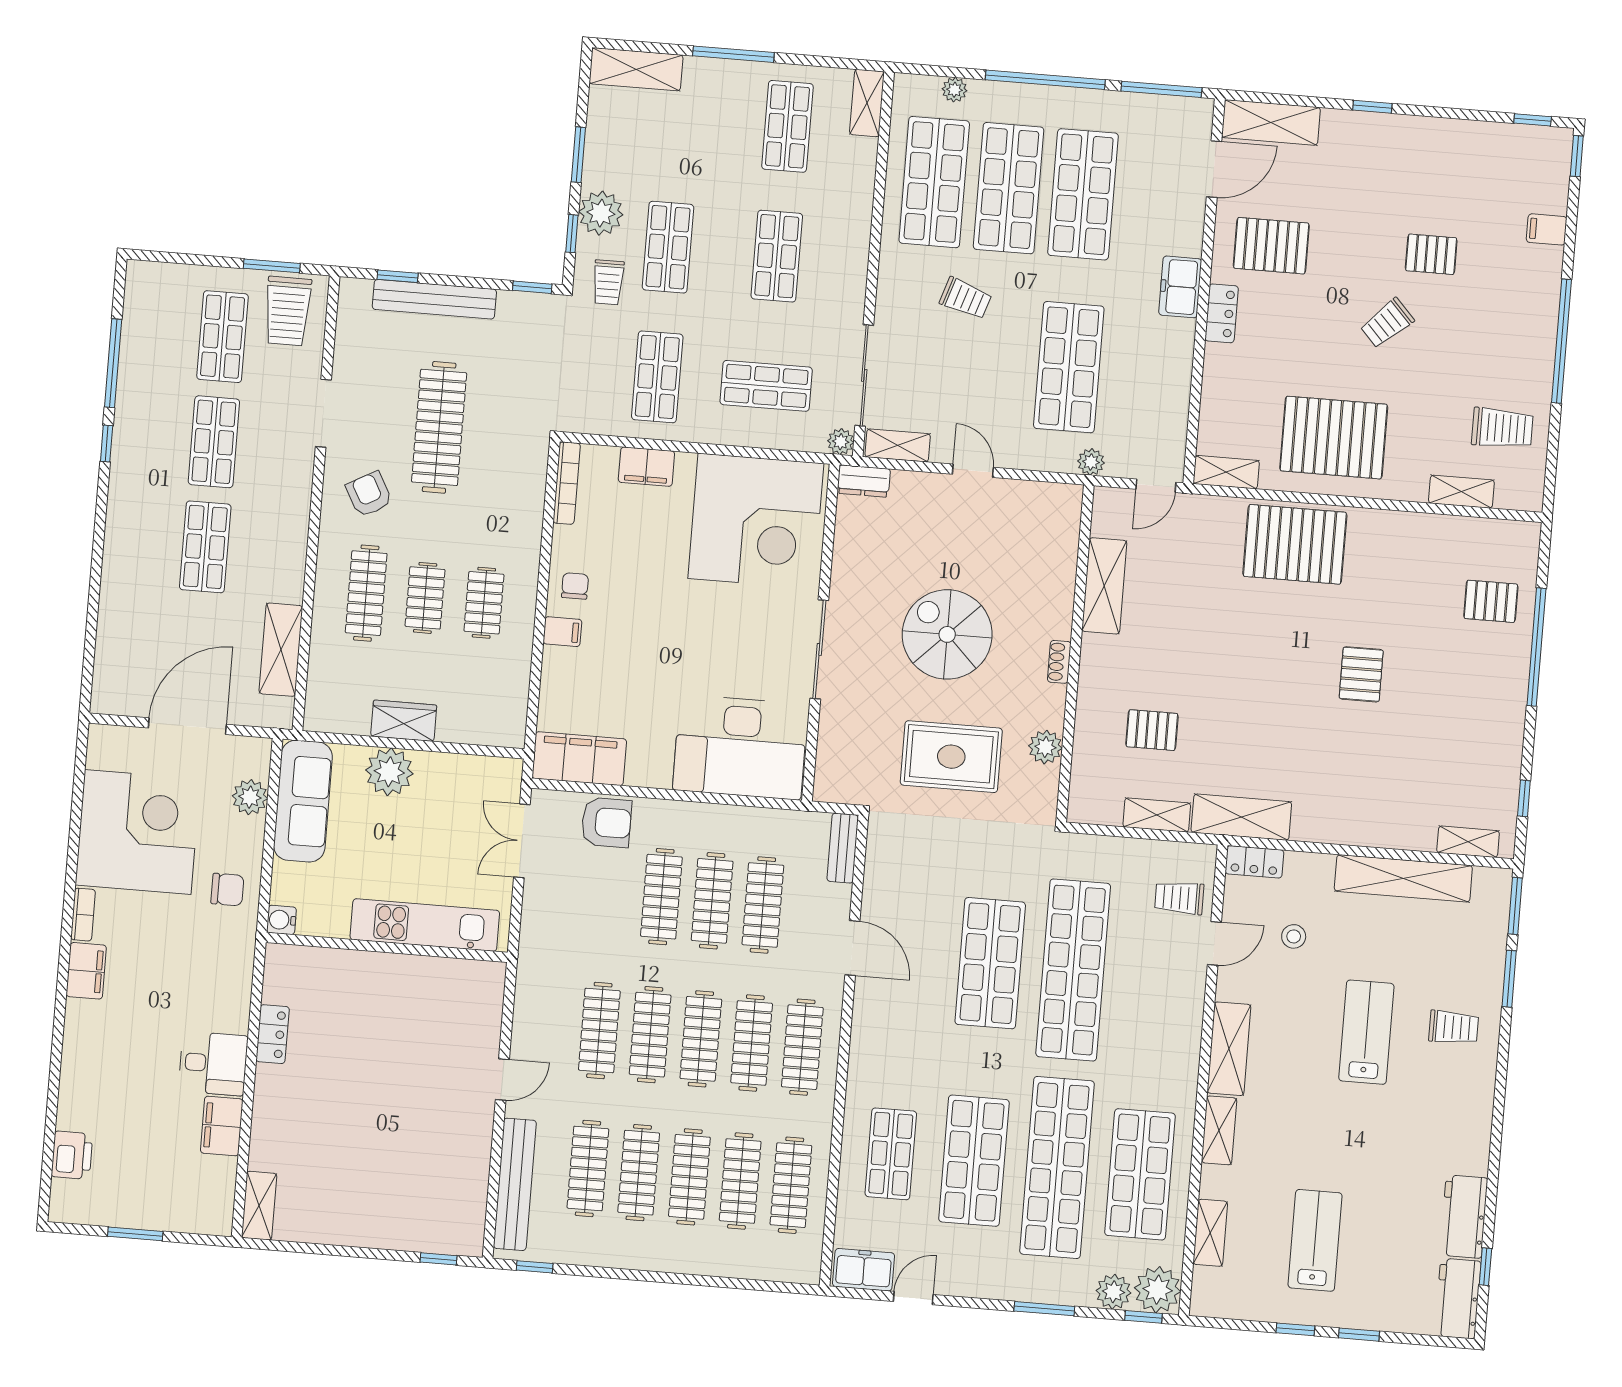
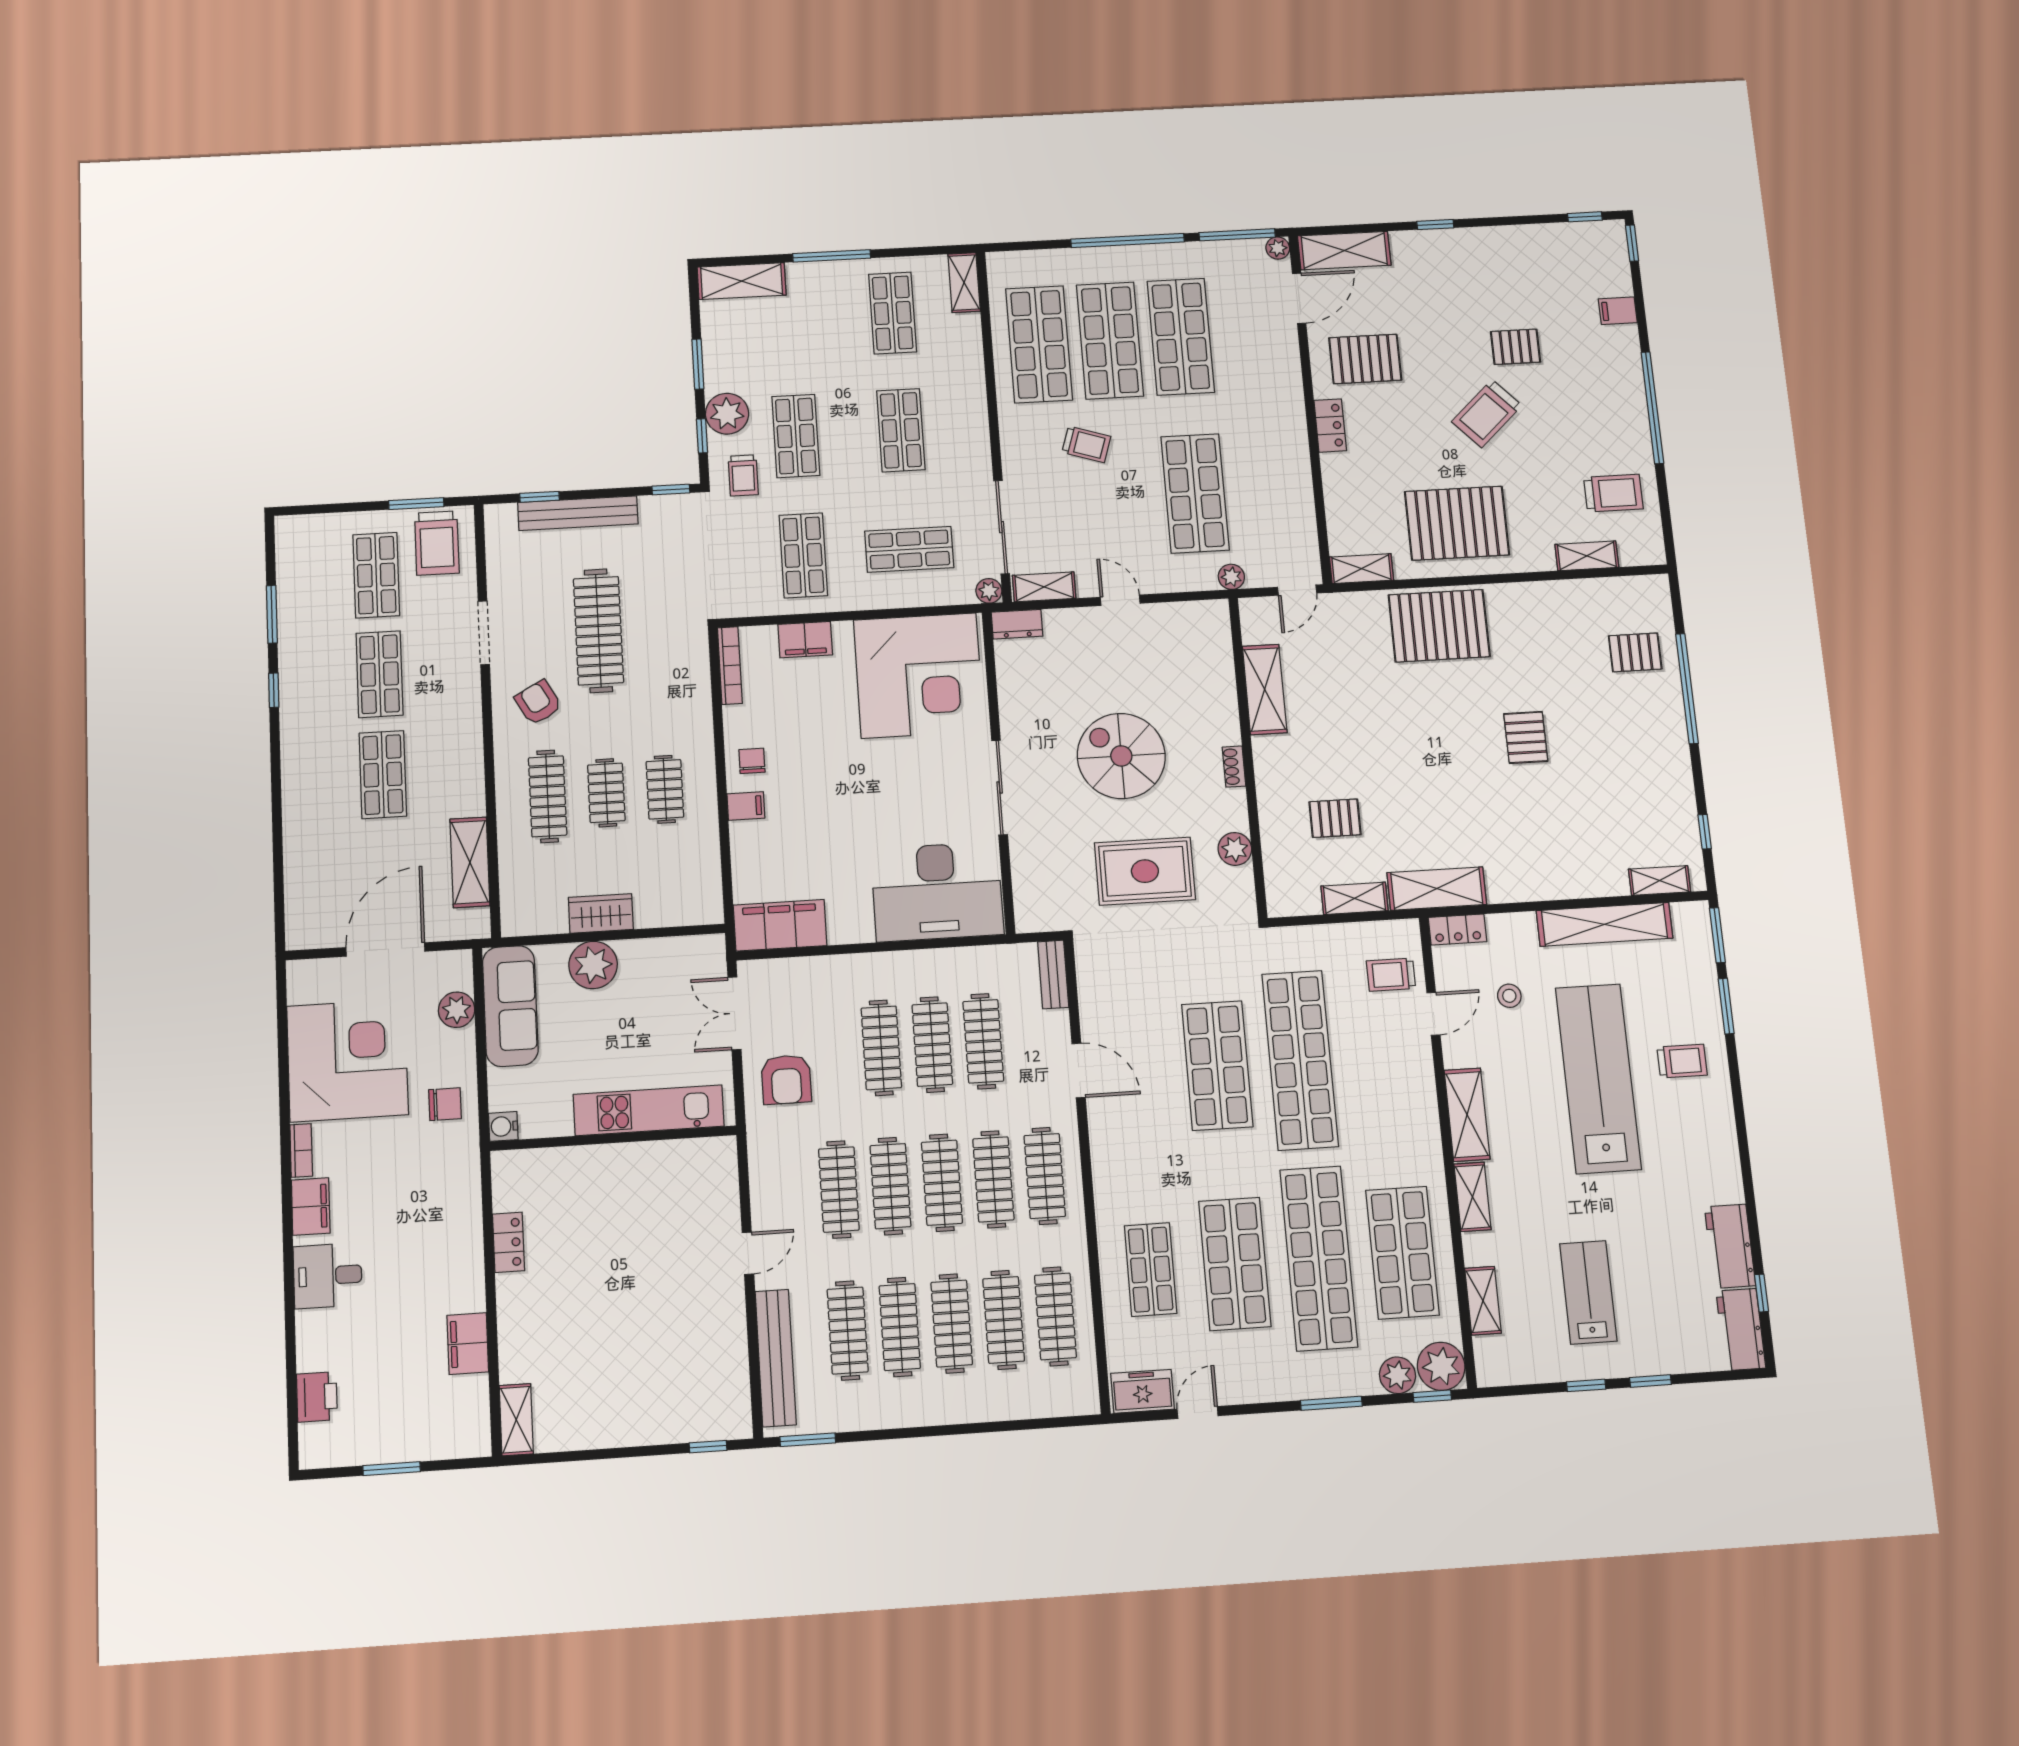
plant: (954, 90) -> (1278, 248), moved
freezer: (1180, 287) -> (1287, 407), removed
trolley: (1387, 323) -> (1487, 413), width x1.36, depth x1.39
window: (113, 363) -> (272, 614), width x0.69
armchair: (606, 822) -> (786, 1079), moved, turned 90
lab bench: (1366, 1032) -> (1598, 1078), width x1.86, depth x1.39
desk: (213, 1063) -> (328, 1276), moved, turned 180
window: (535, 1267) -> (808, 1440), width x1.50

